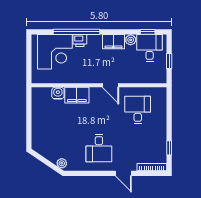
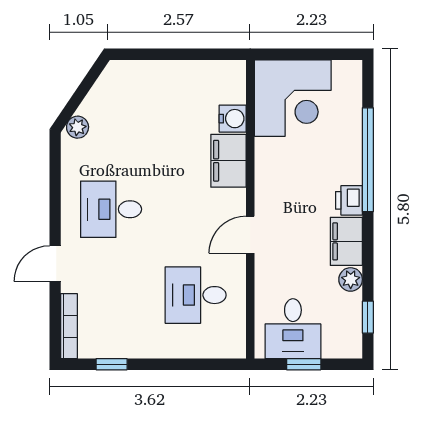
printer: (80, 41) -> (349, 200), moved
desk: (150, 48) -> (293, 329), moved, turned 90
corner desk: (55, 52) -> (293, 98), moved, turned -90
desk: (138, 110) -> (196, 295), turned 180

